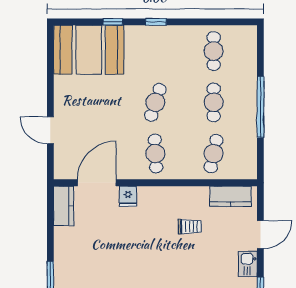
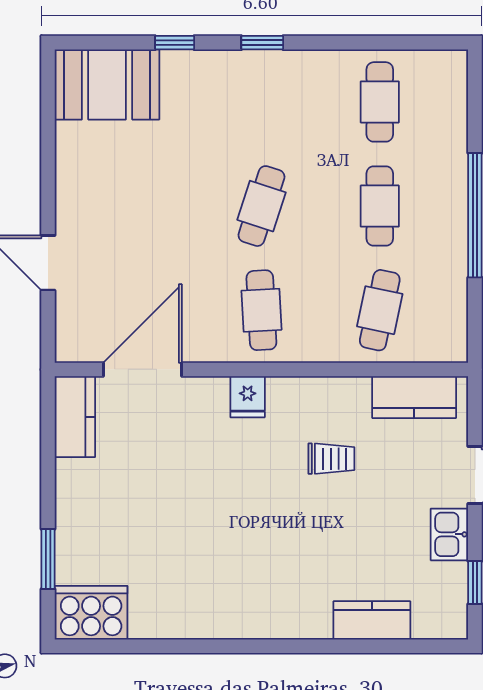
booth: (89, 50) -> (107, 84), width x0.73, depth x0.70
fridge: (128, 196) -> (248, 397), moved

